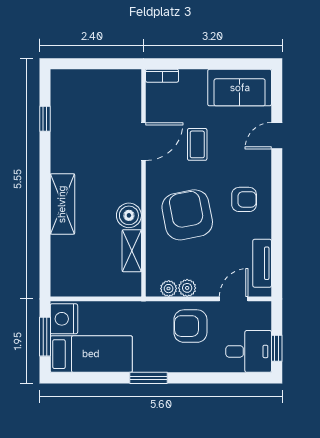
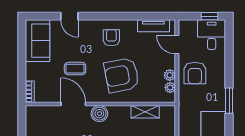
boiler: (129, 215) -> (99, 114), moved

